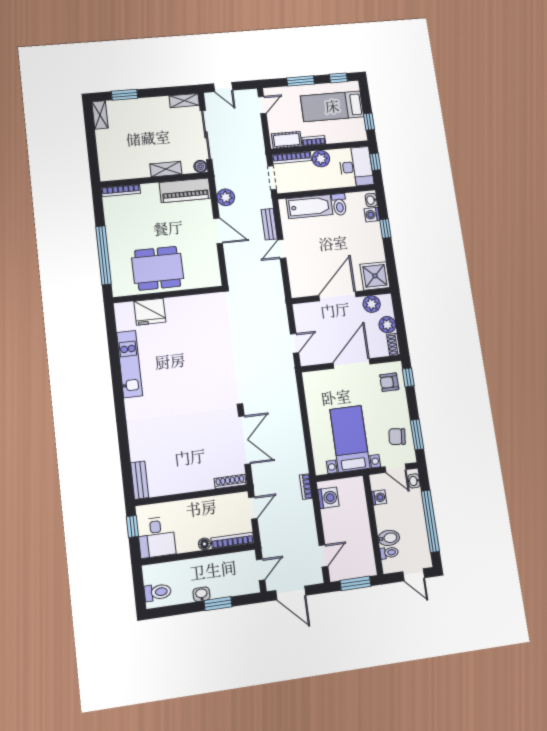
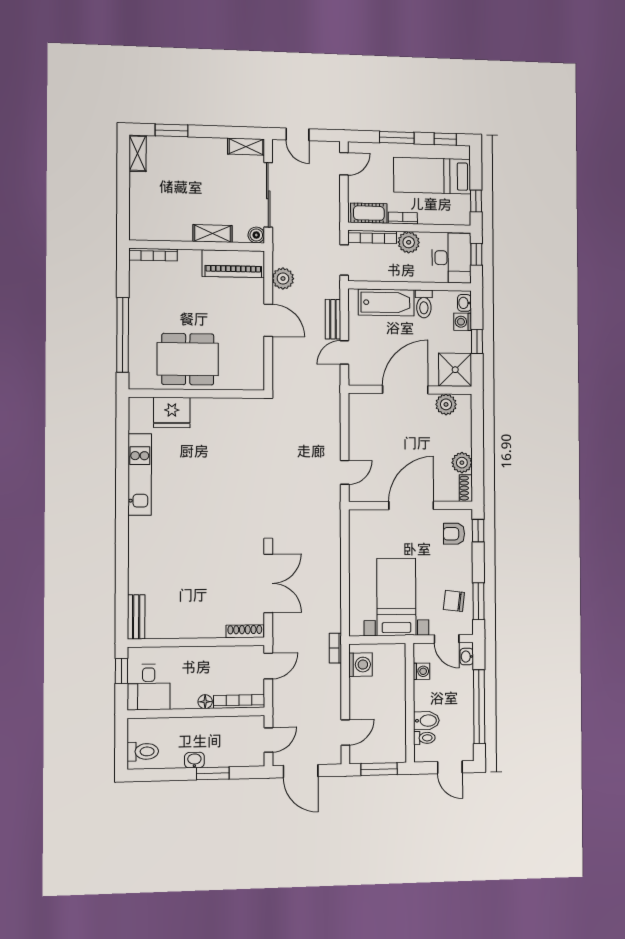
shower: (375, 276) -> (455, 370), moved
door: (338, 296) -> (405, 390), moved
wall: (341, 296) -> (410, 390), moved
plant: (372, 304) -> (446, 404), moved

